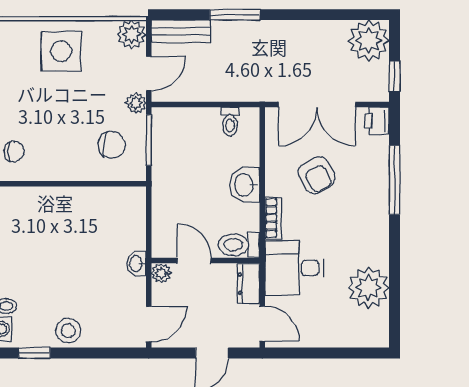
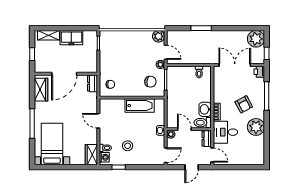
bench: (181, 31) -> (179, 35), removed
side table: (61, 51) -> (130, 43), removed
door: (149, 74) -> (166, 52), hinge flipped
double door: (317, 105) -> (235, 65), swing flipped
armchair: (317, 175) -> (244, 104), moved
washbasin: (245, 185) -> (205, 109), moved
bathtub: (85, 203) -> (140, 106), added
plant: (369, 288) -> (256, 127), moved
stool: (68, 331) -> (128, 146), moved

